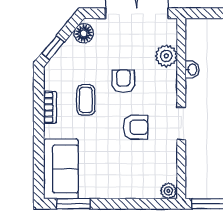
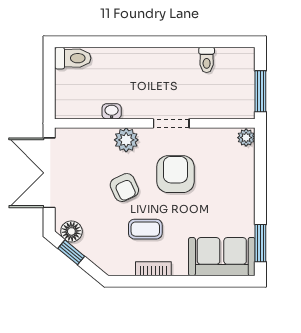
window: (53, 48) -> (71, 252), moved
plant: (166, 56) -> (126, 140), moved
armchair: (123, 81) -> (124, 188), turned -115
armchair: (135, 127) -> (175, 174), width x1.38, depth x1.38

